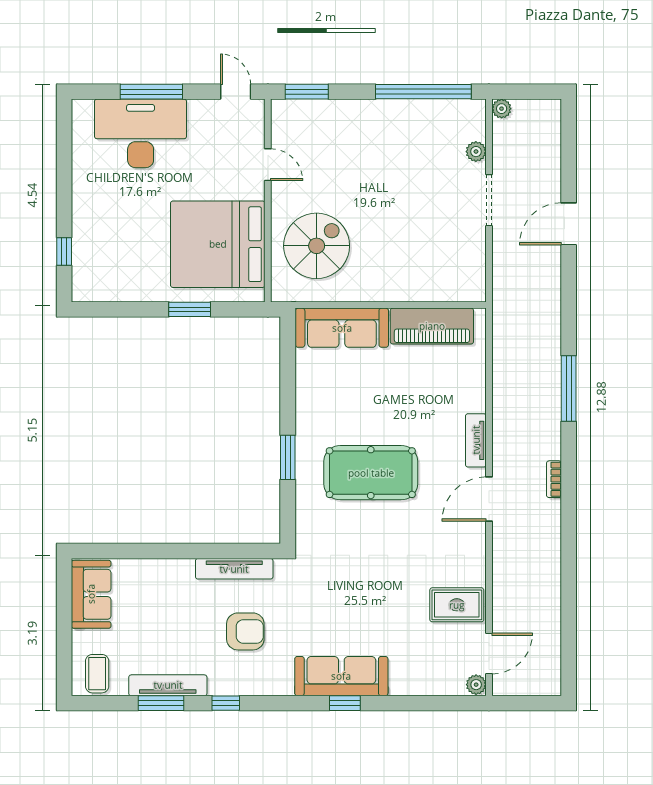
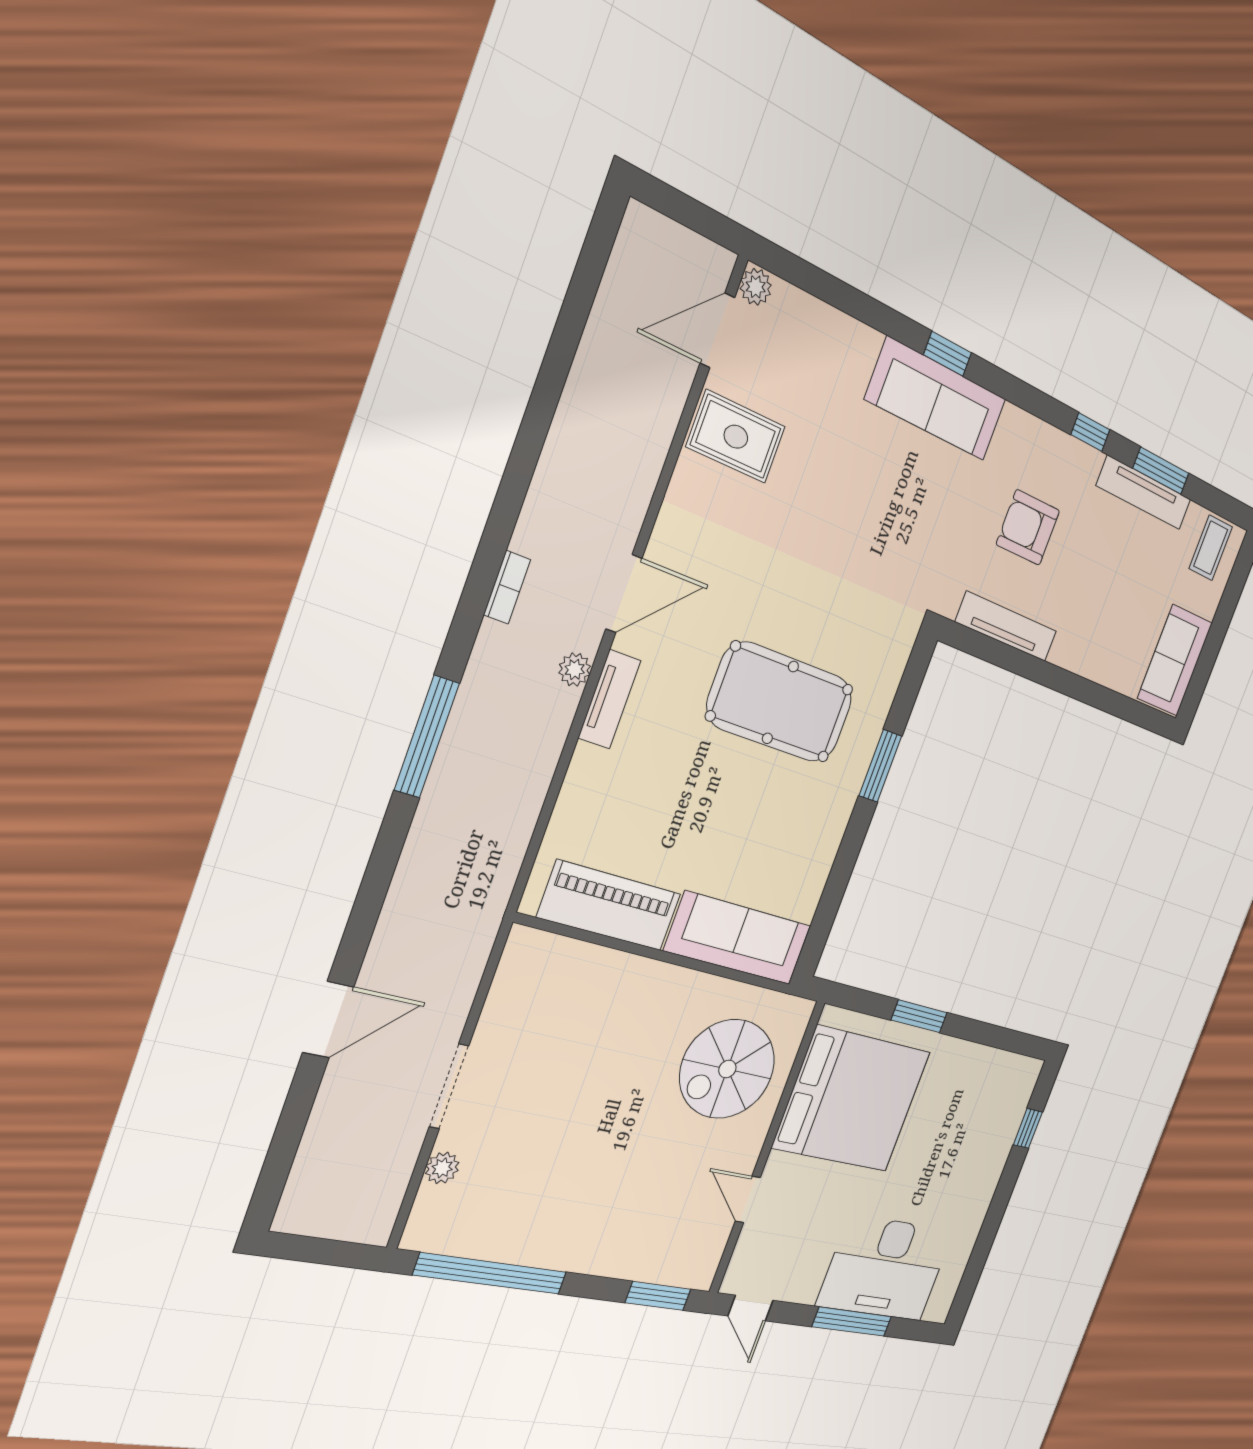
plant: (502, 109) -> (575, 670), moved

